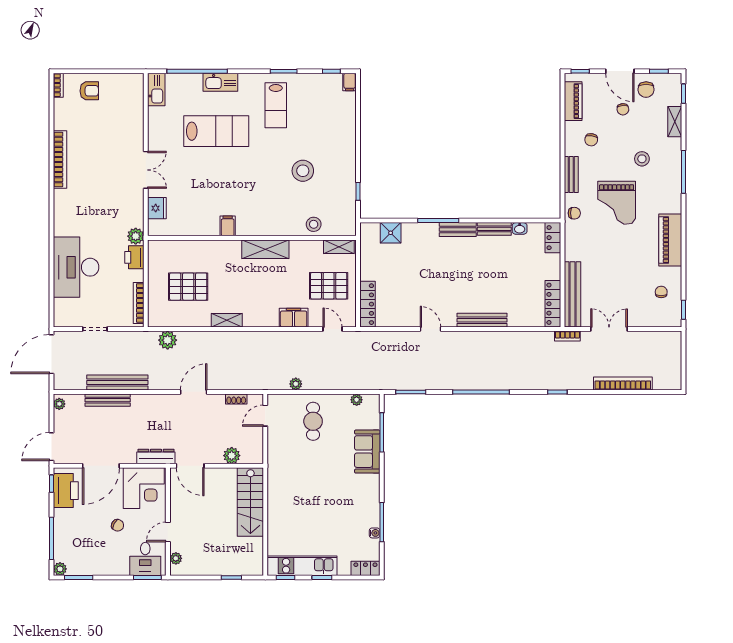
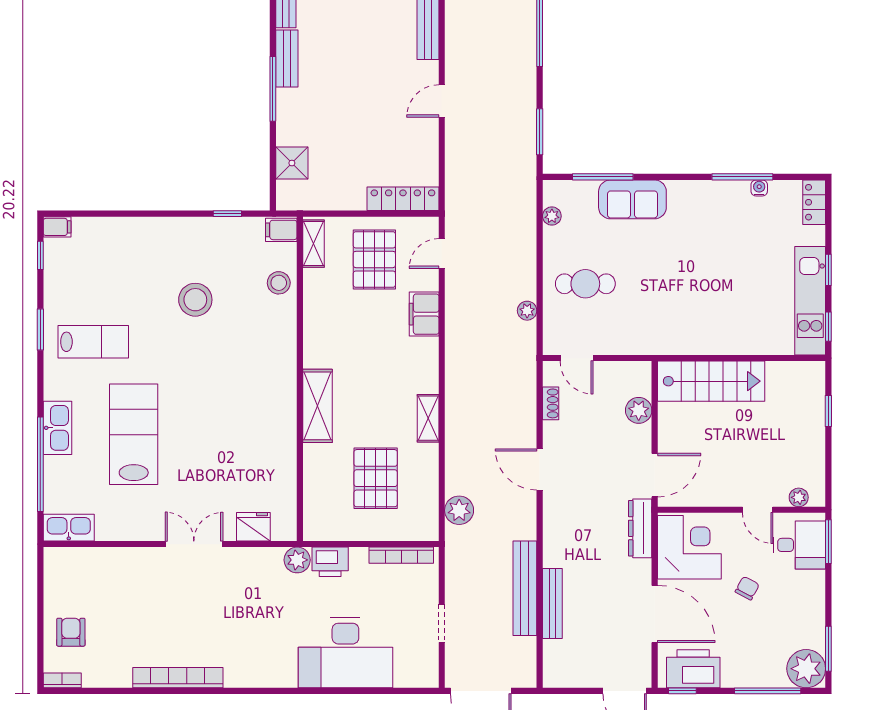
filing cabinet: (228, 226) -> (281, 230), moved
shelving: (265, 249) -> (317, 406), moved
plant: (59, 404) -> (558, 679), removed
plant: (60, 569) -> (806, 669), width x1.87, depth x1.87

